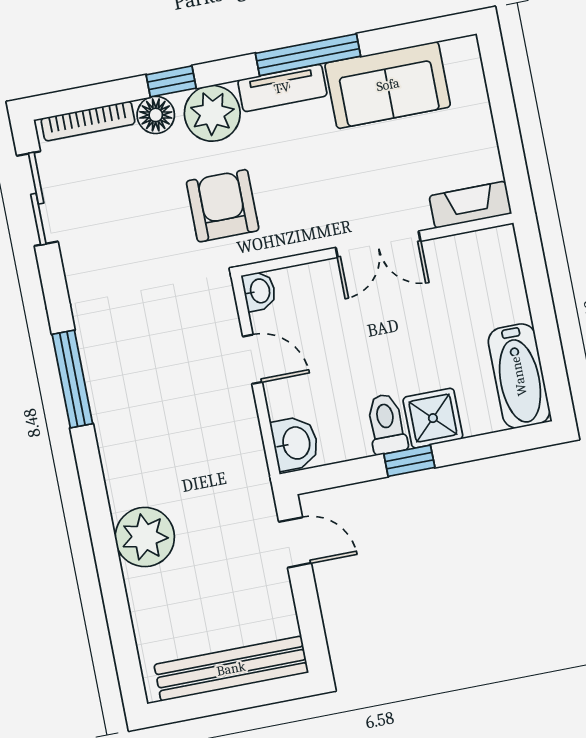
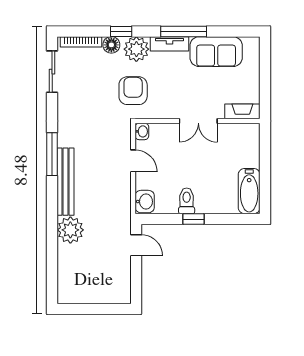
shower: (433, 418) -> (208, 202), removed
bench: (231, 669) -> (66, 182), moved, turned 90

